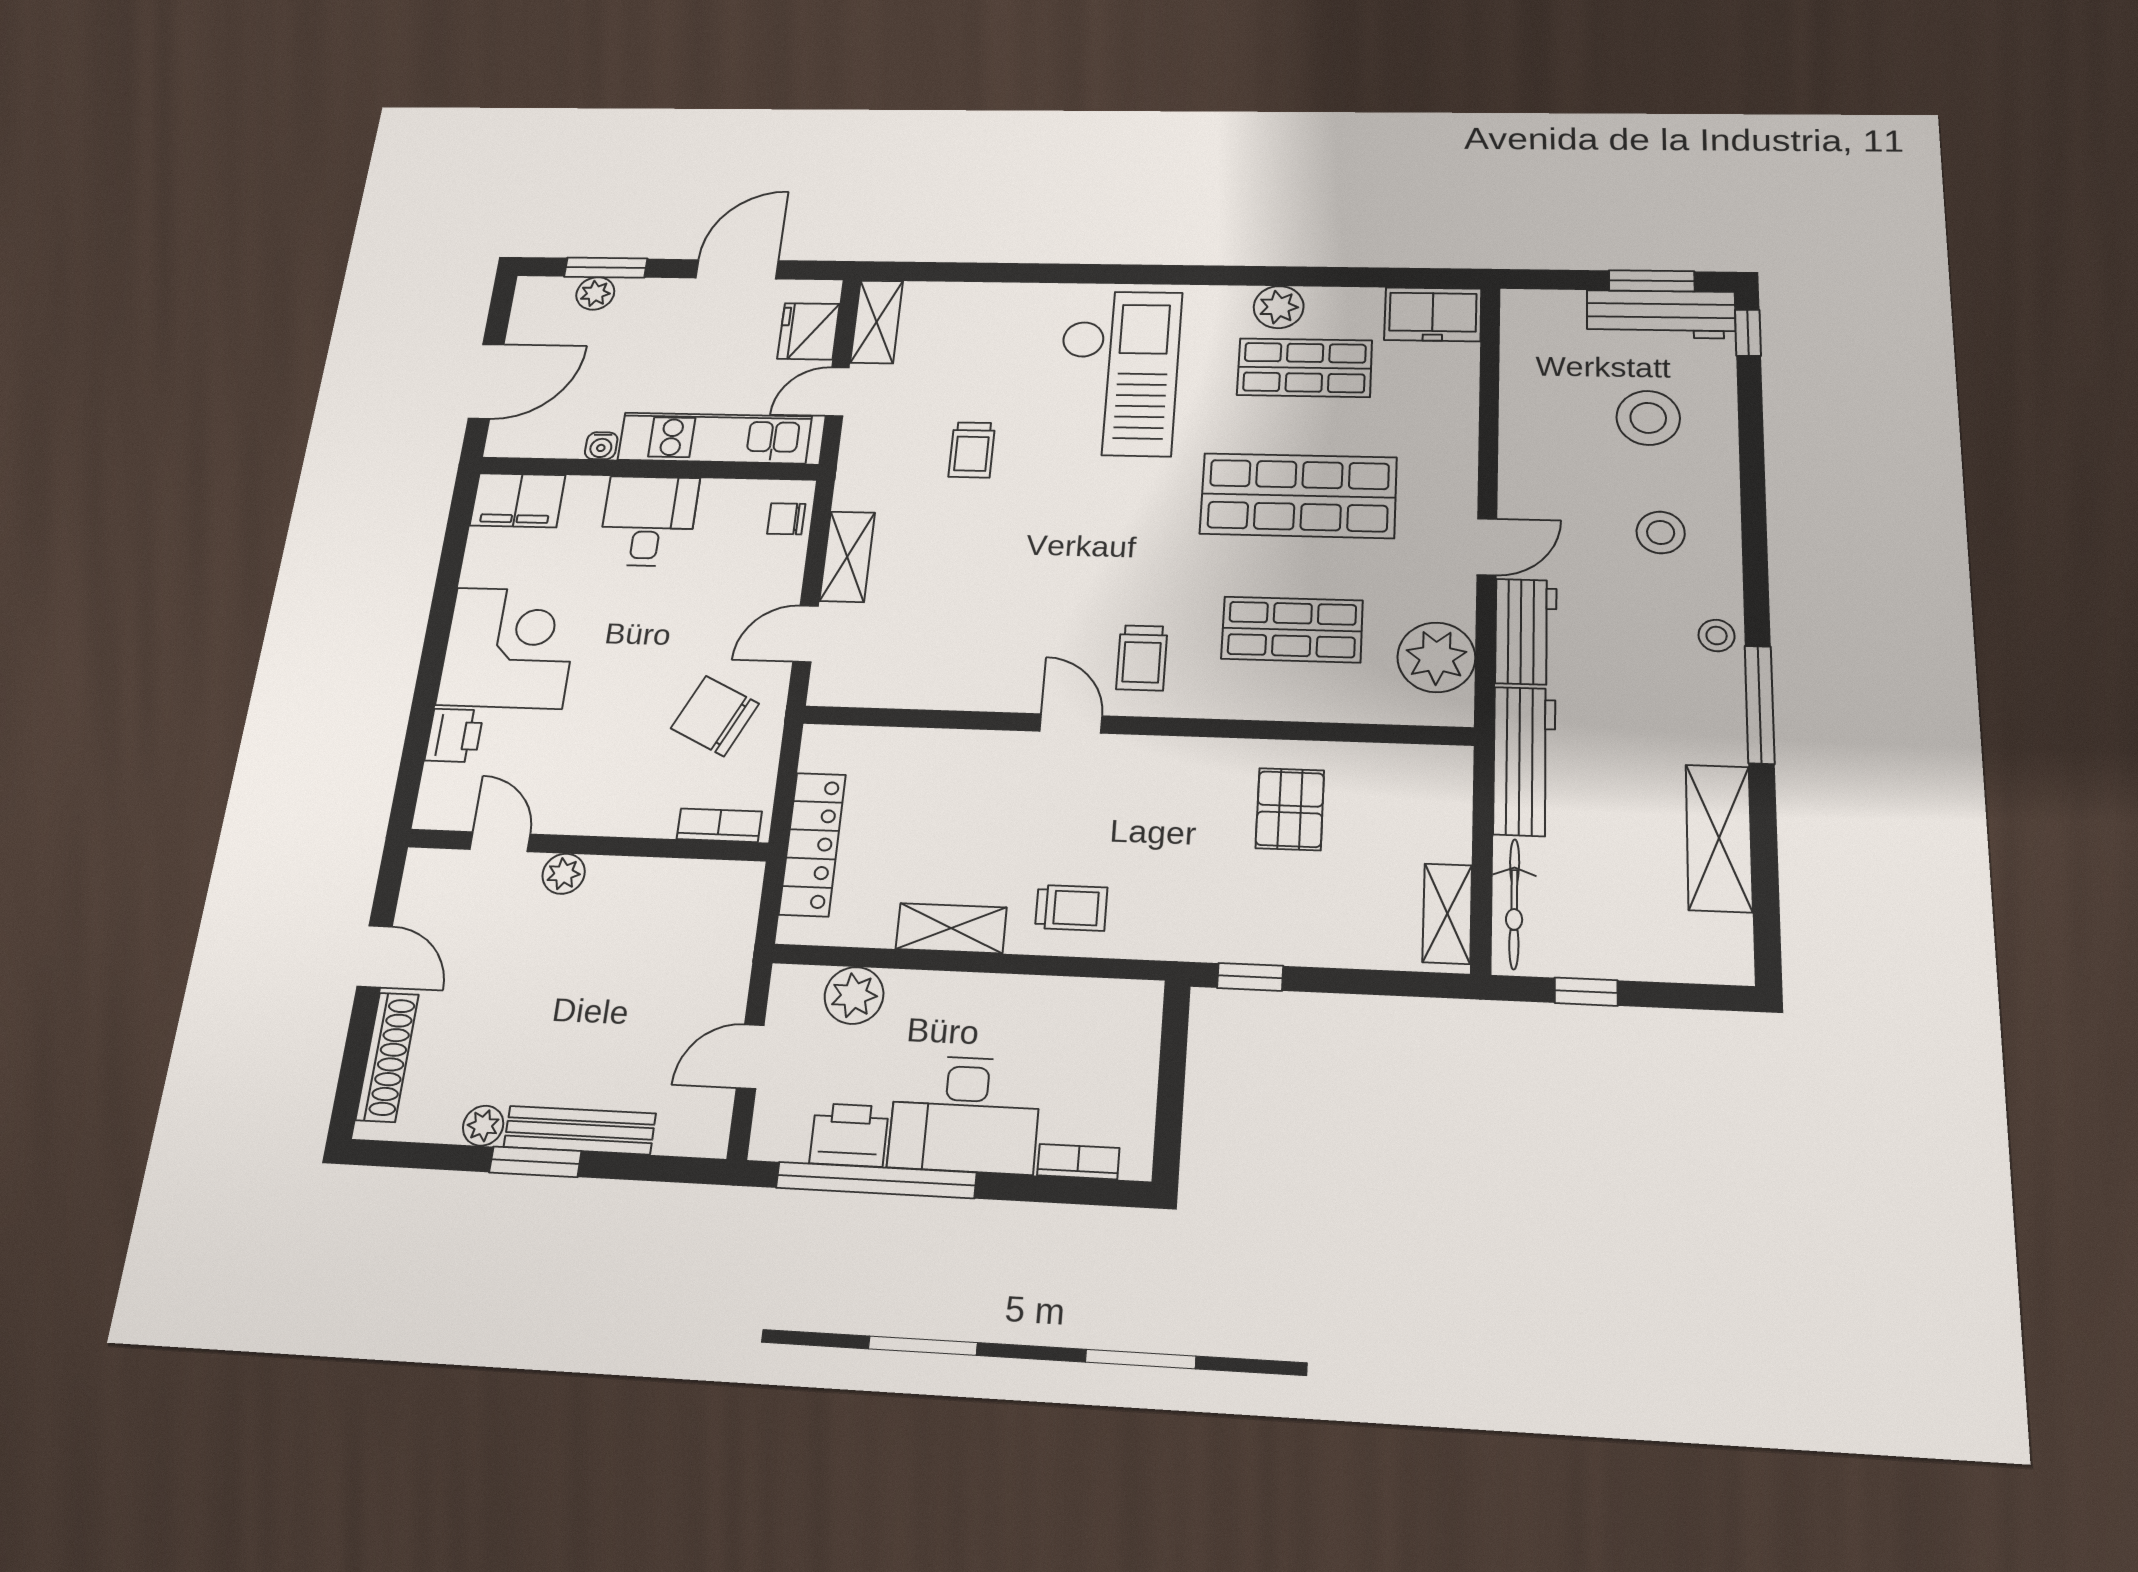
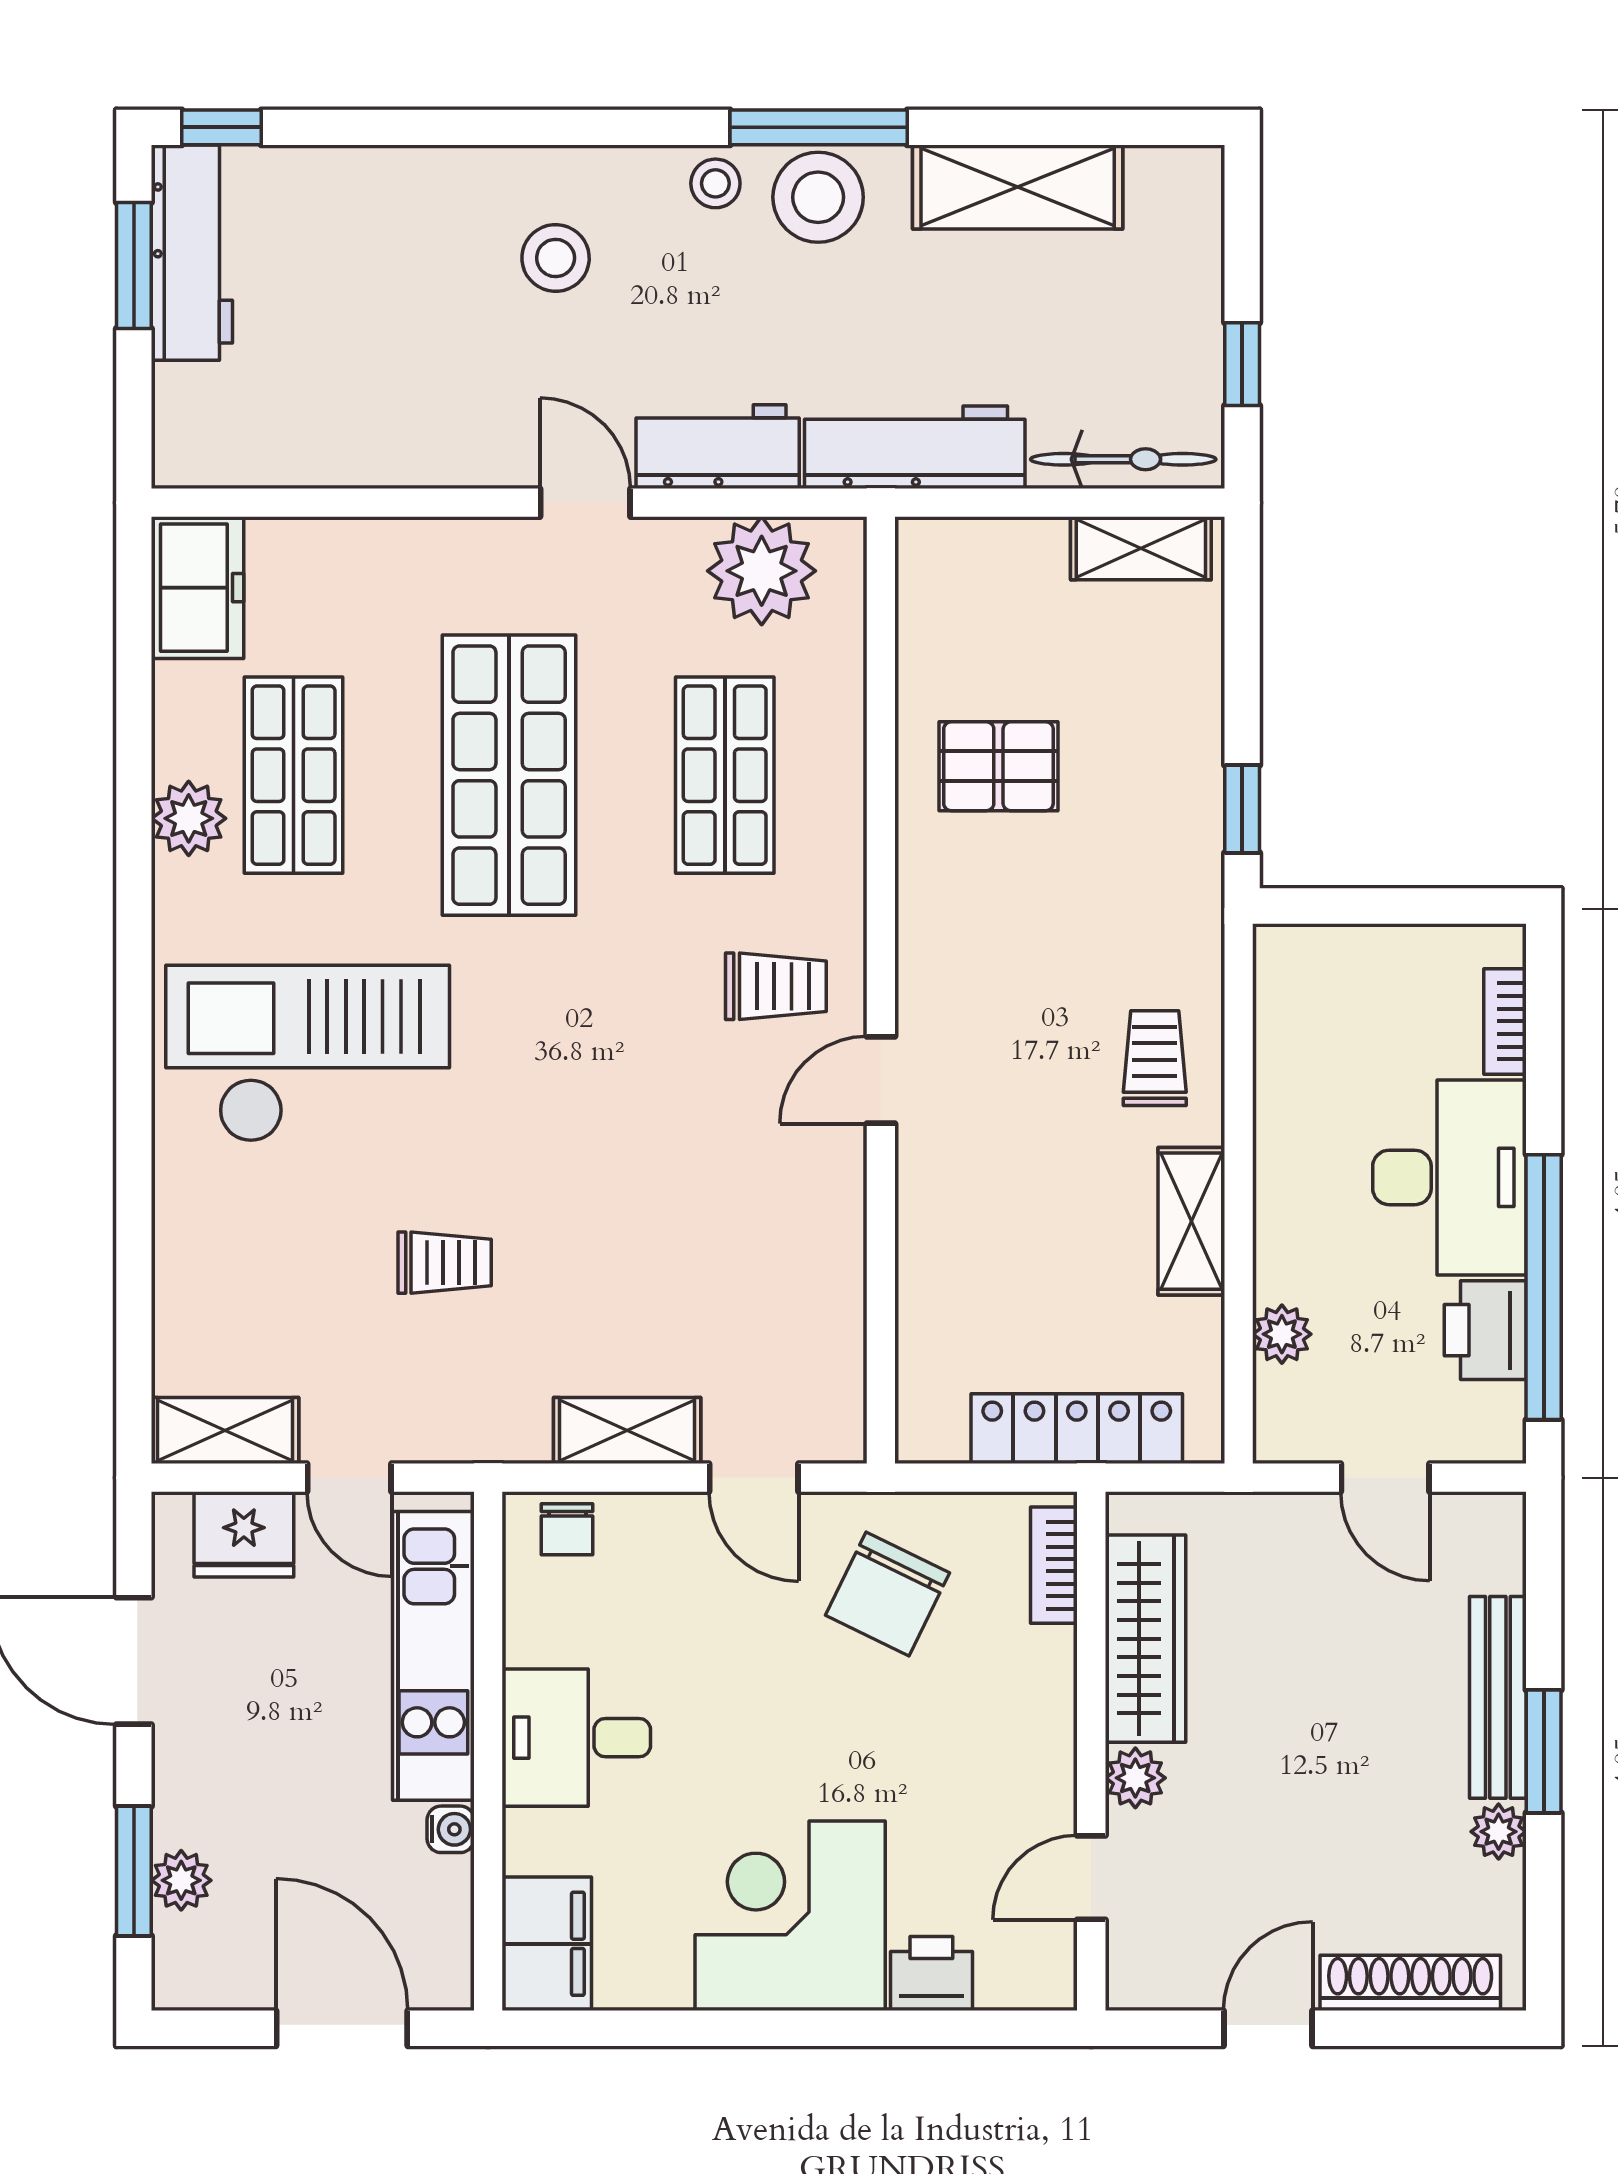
stool: (1648, 418) -> (818, 197), moved
wardrobe: (659, 884) -> (1145, 1639), added
plant: (854, 995) -> (1282, 1334), width x0.73, depth x0.73

